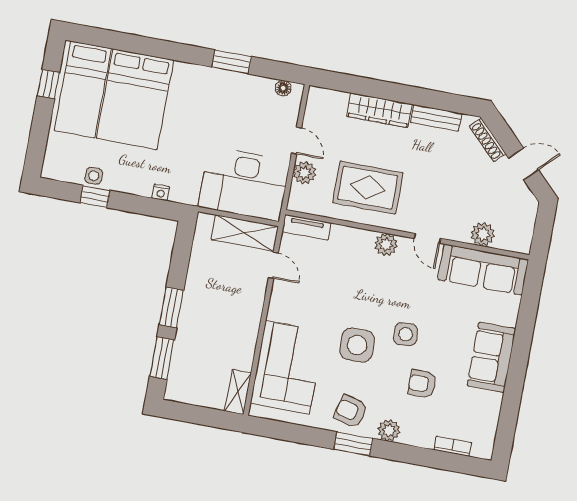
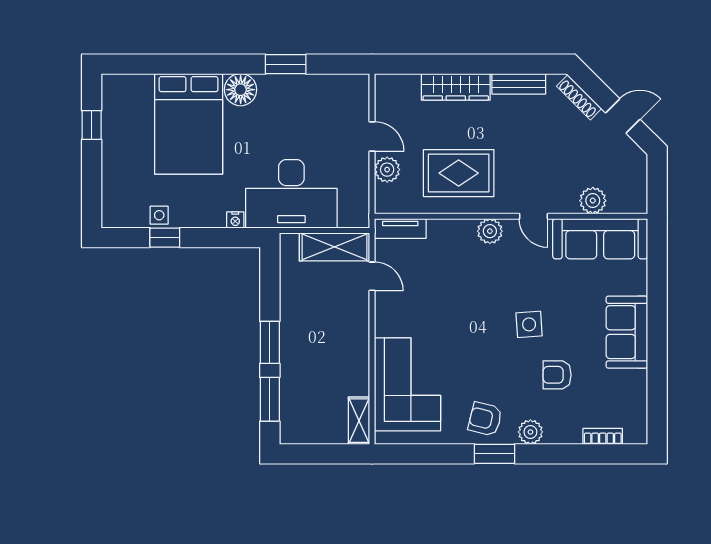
floor lamp: (283, 88) -> (241, 90), moved, width x1.89, depth x1.89
bed: (83, 89) -> (130, 124), removed
desk: (244, 184) -> (291, 194), moved
side table: (357, 345) -> (479, 346), removed

